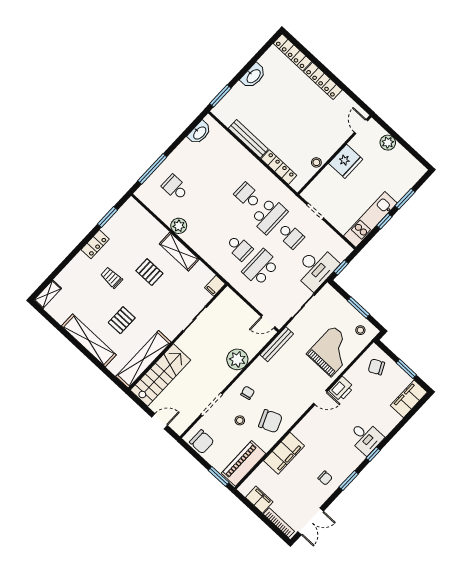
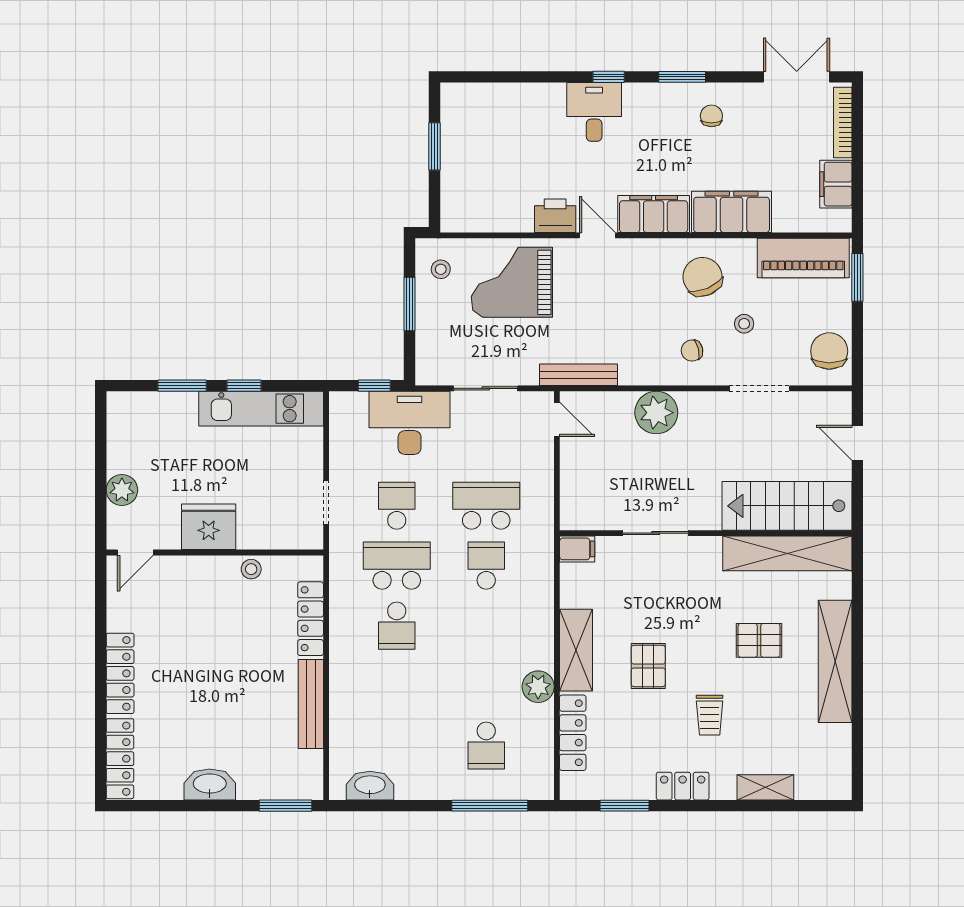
locker: (151, 223) -> (573, 733), added
school desk: (261, 268) -> (486, 506), turned 180
shelving: (48, 294) -> (765, 787), moved
chair: (376, 367) -> (474, 194), removed
filing cabinet: (409, 399) -> (654, 214), moved, turned 180

